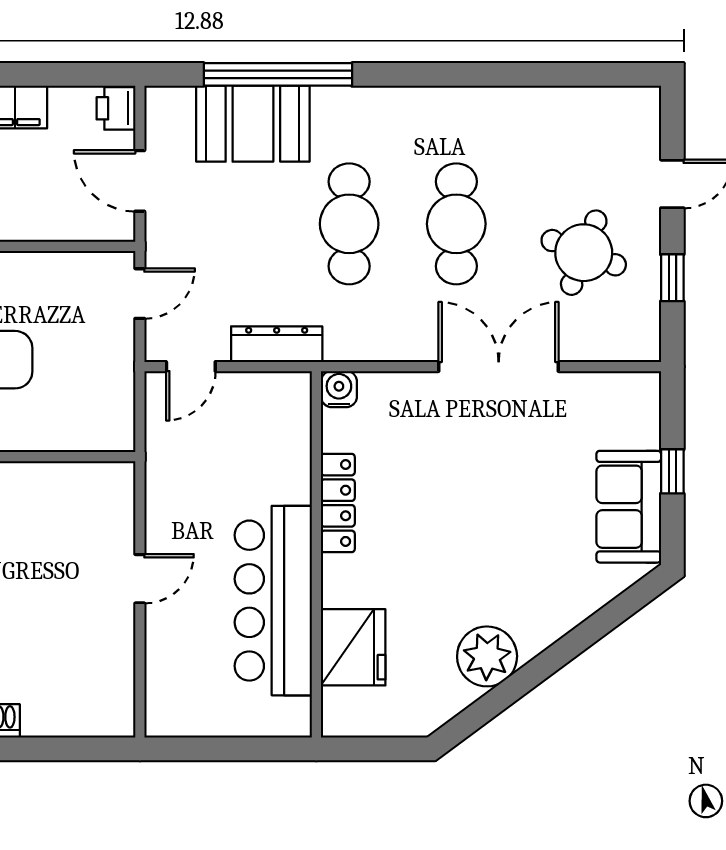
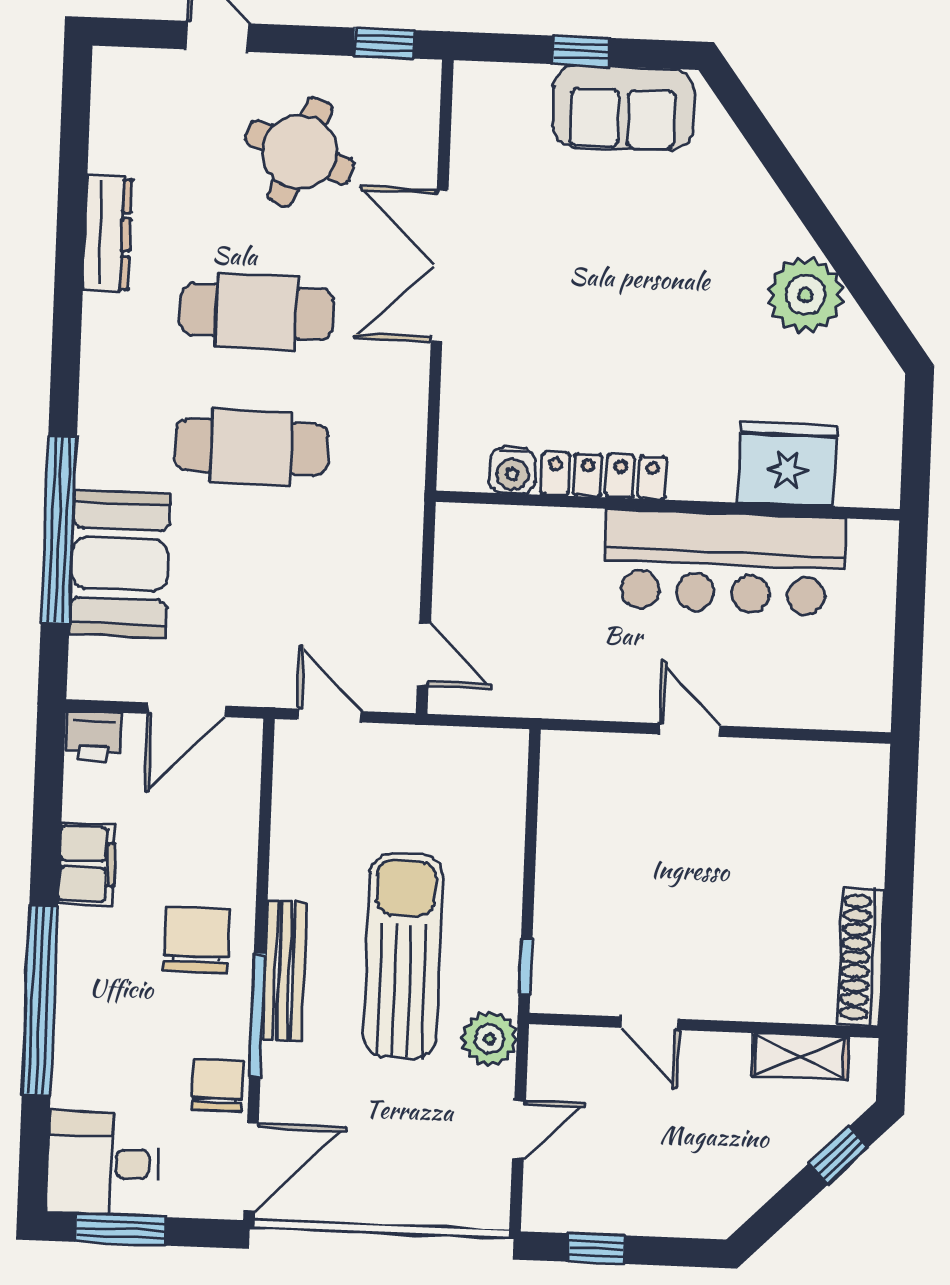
window: (672, 278) -> (384, 43), moved
dresser: (277, 344) -> (108, 234), moved, turned 180
water cooler: (339, 389) -> (513, 471), moved, turned -90

